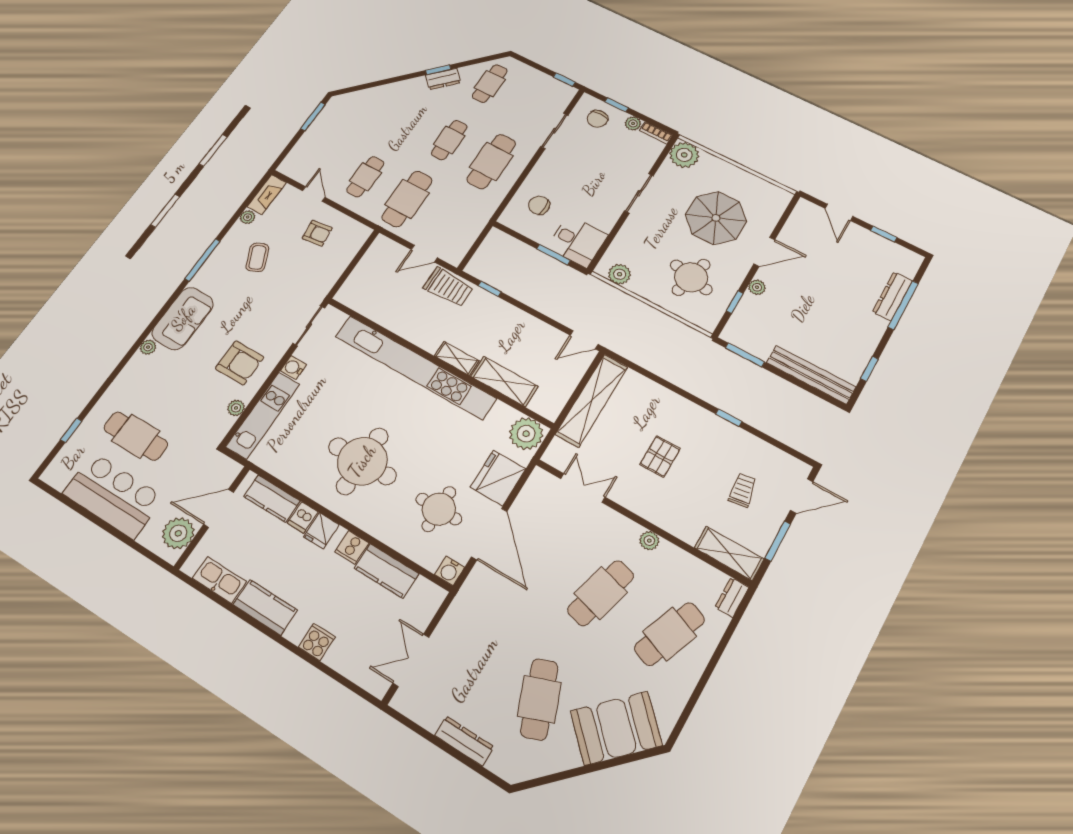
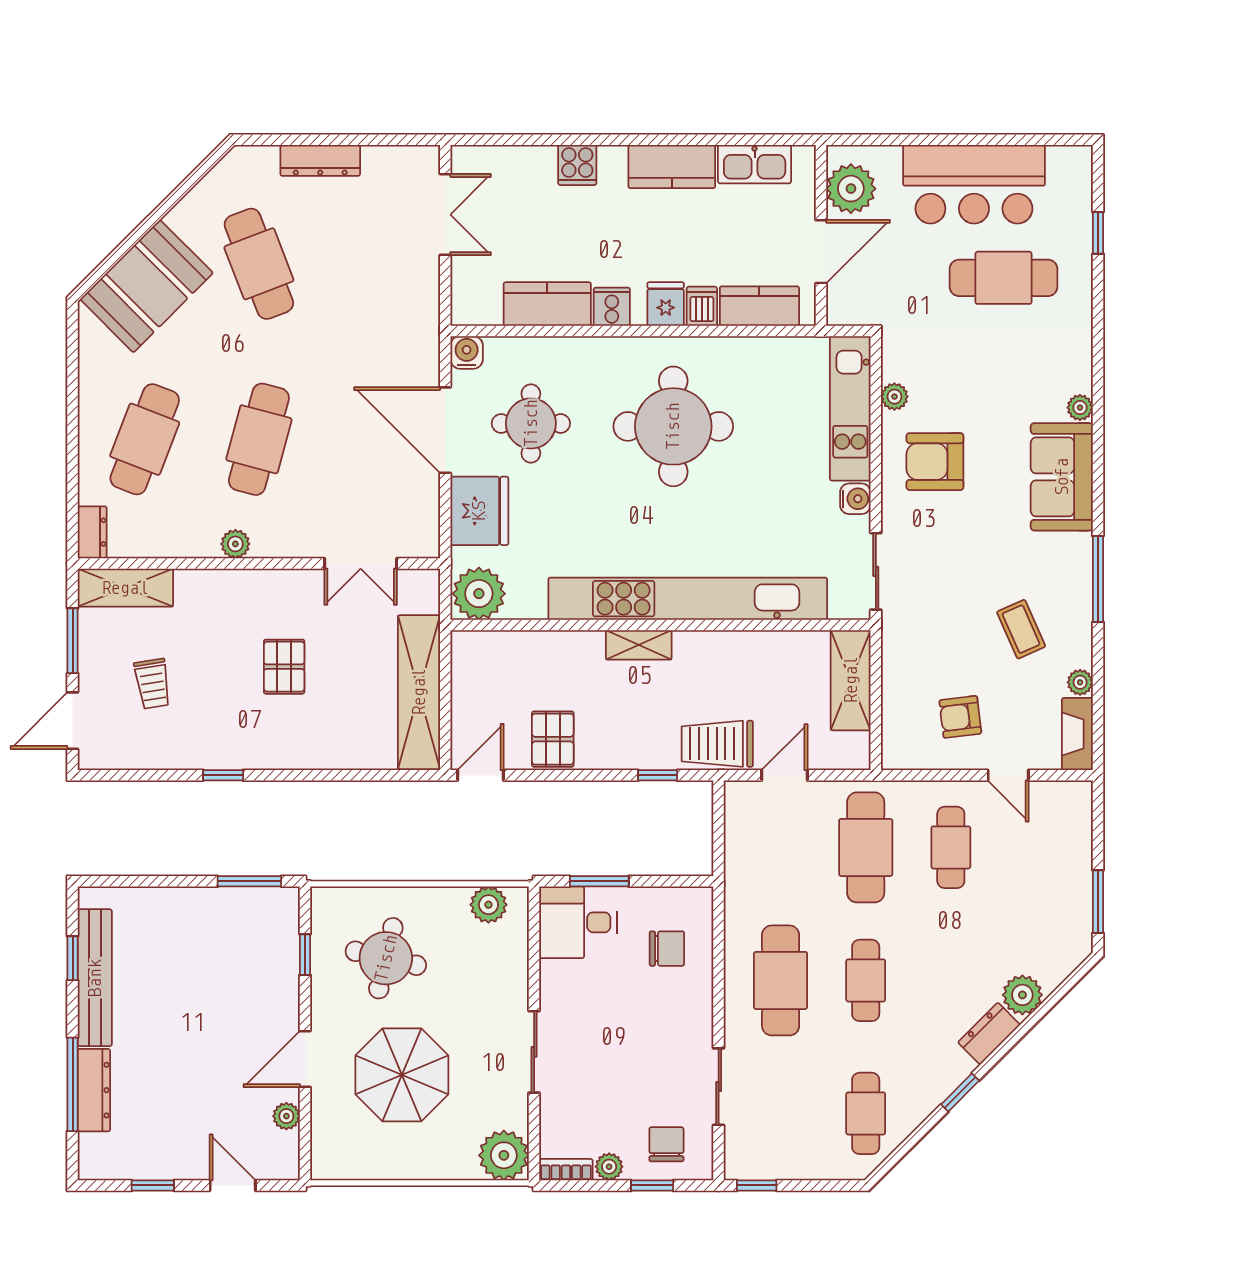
dresser: (443, 79) -> (989, 1034), moved
plant: (378, 95) -> (1022, 995), added
plant: (757, 287) -> (286, 1116), moved
pallet: (533, 337) -> (553, 739), added
bench: (811, 375) -> (95, 978), moved, turned 90
shelving: (504, 381) -> (851, 680), moved, turned 90

